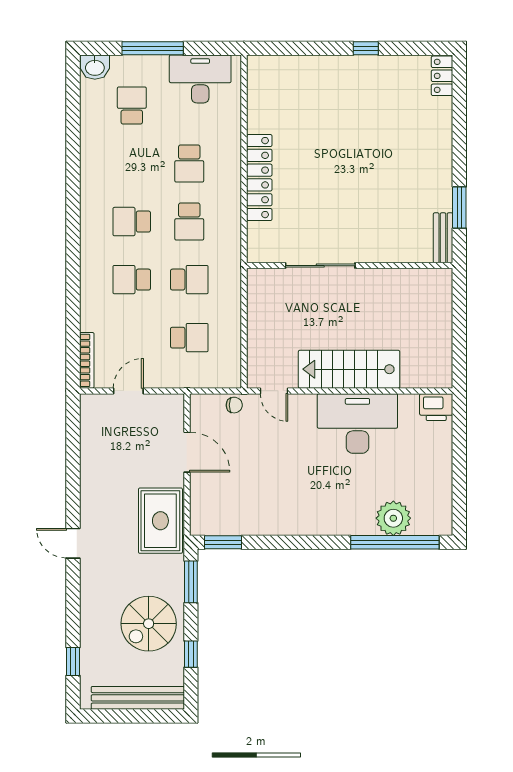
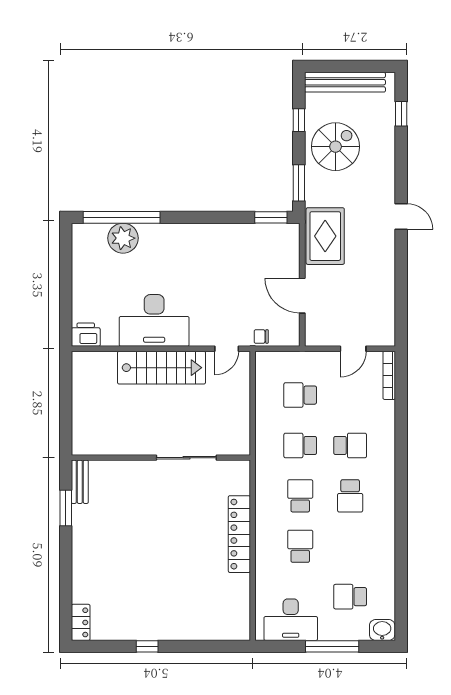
school desk: (132, 105) -> (350, 597), turned 90
school desk: (132, 222) -> (350, 496), turned 90
door: (274, 391) -> (227, 349), swing flipped

